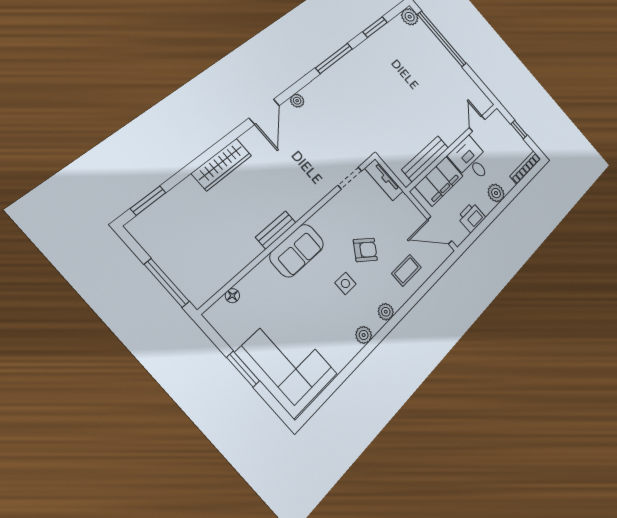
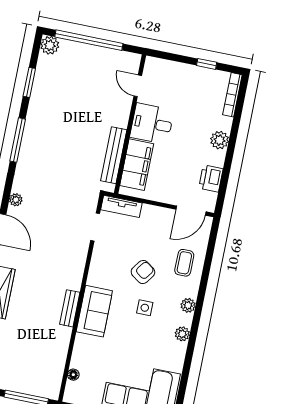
door: (477, 124) -> (138, 86), moved
wall: (454, 146) -> (130, 124), moved
bench: (425, 159) -> (114, 155), moved
desk: (471, 160) -> (152, 124), moved
filing cabinet: (439, 181) -> (137, 165), moved

